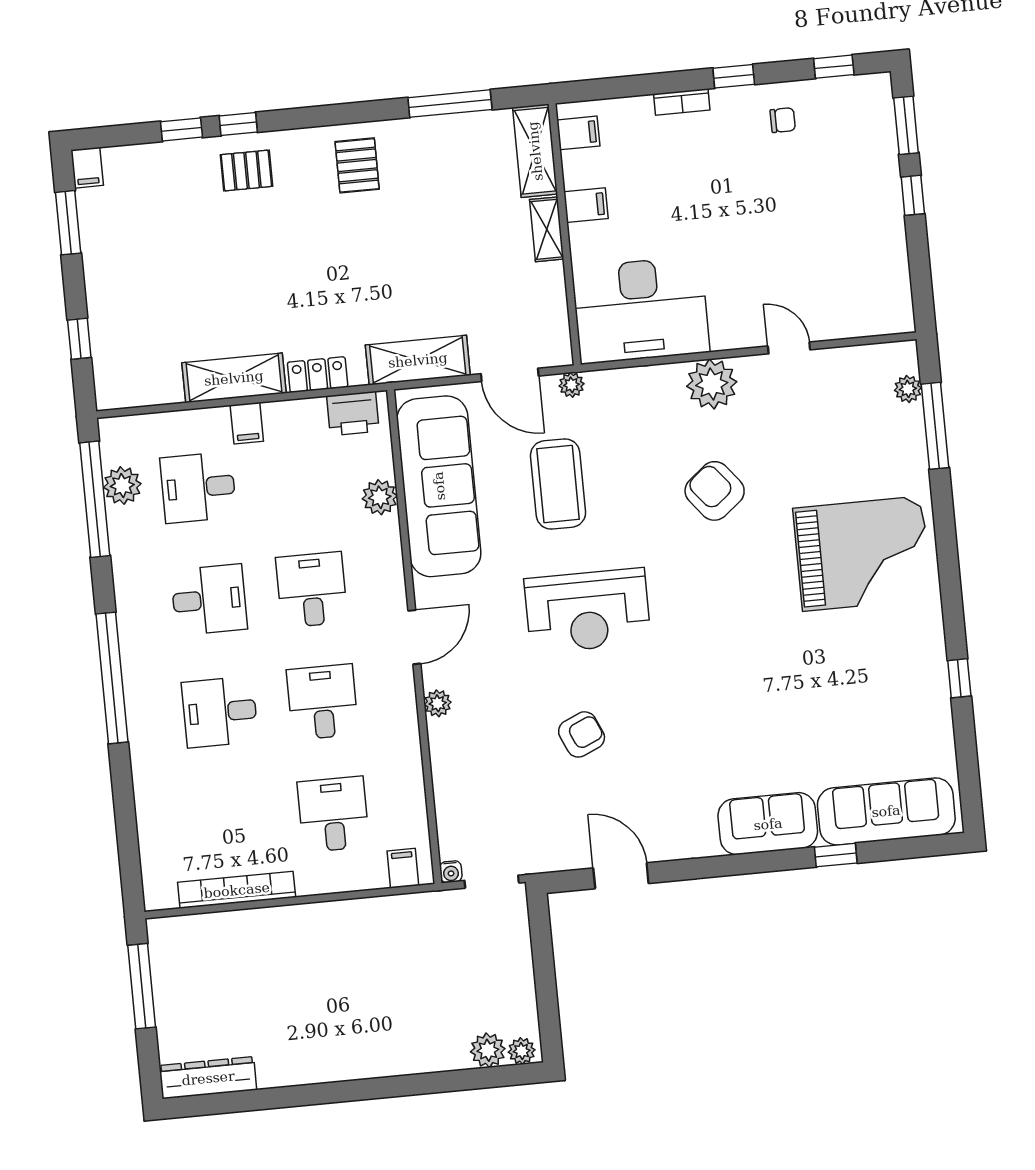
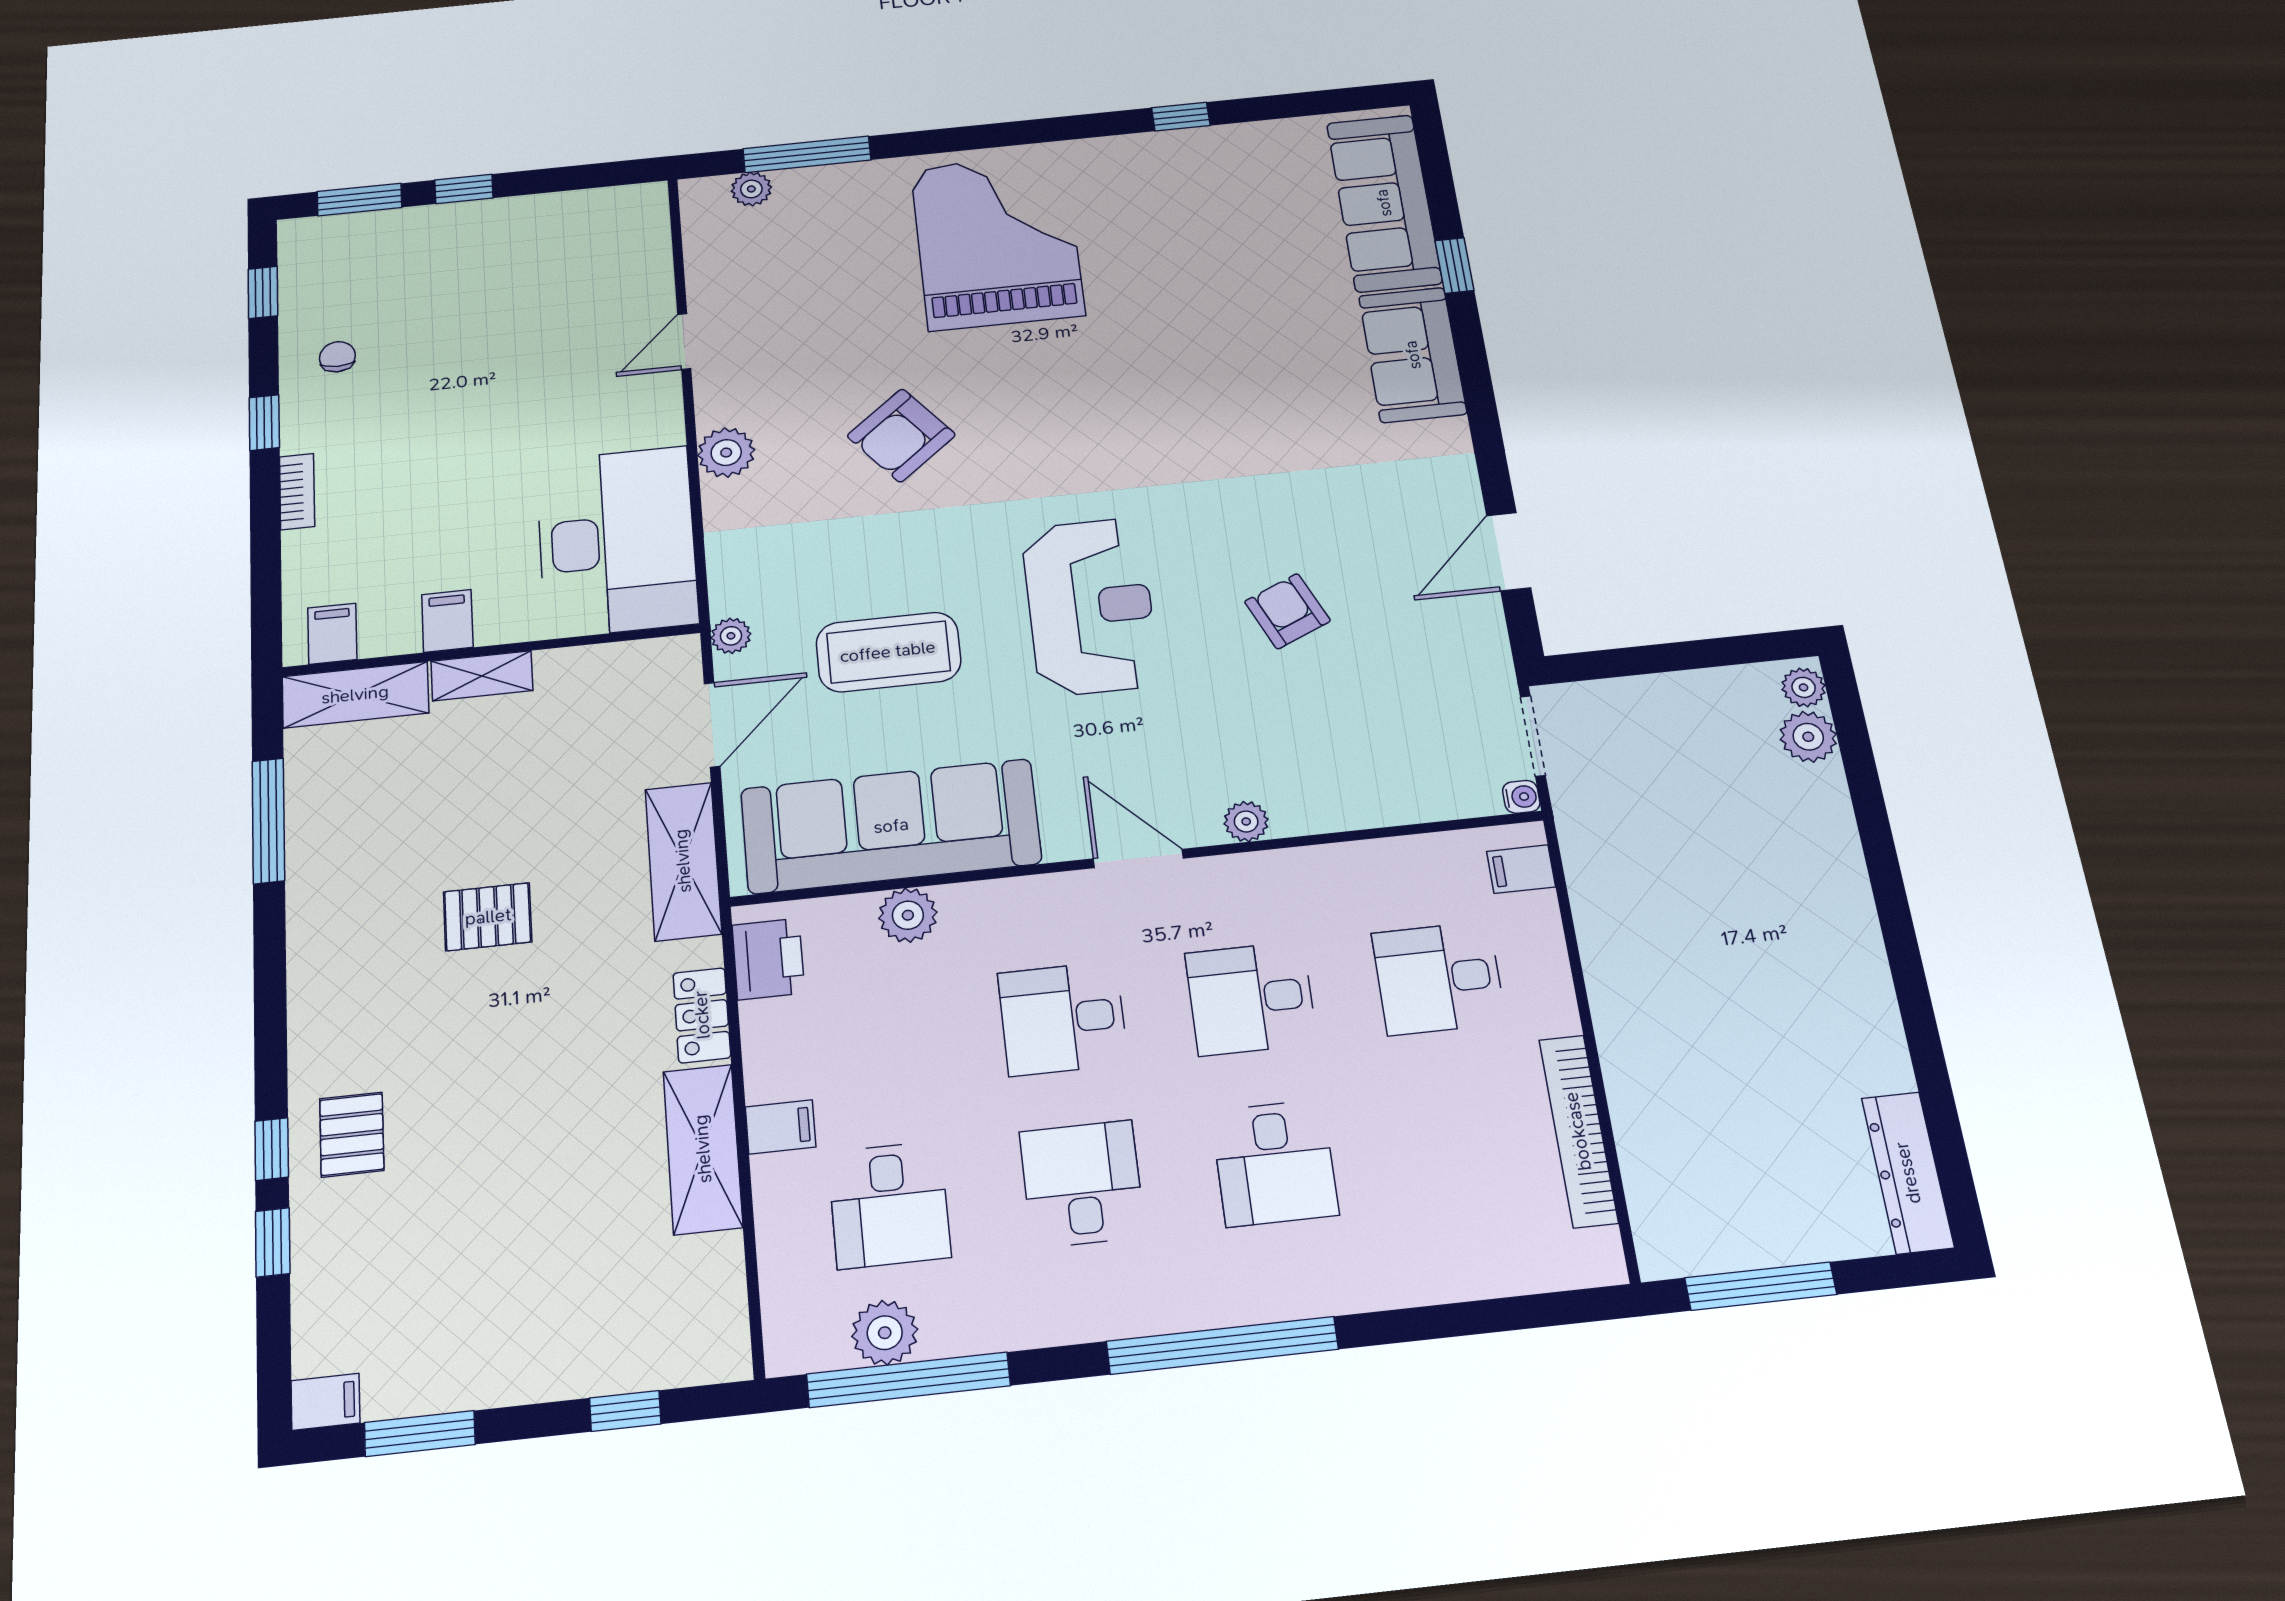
pallet: (357, 165) -> (488, 917), moved
plant: (712, 384) -> (726, 453), width x0.73, depth x0.73

